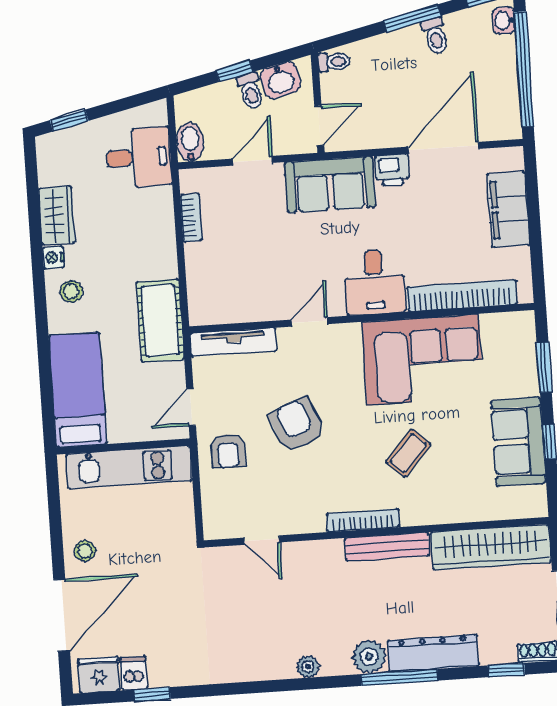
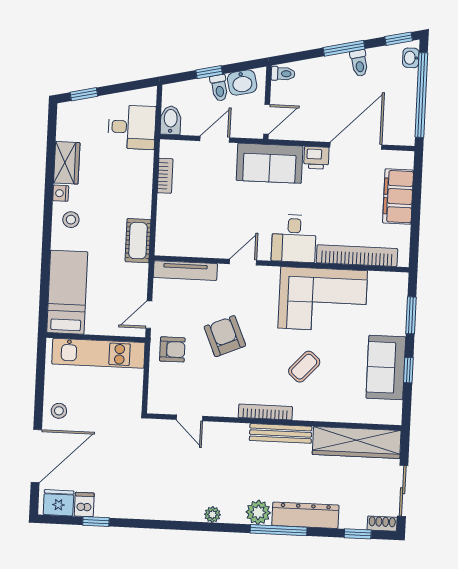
cot: (160, 320) -> (138, 241), width x0.73, depth x0.75
armchair: (228, 451) -> (172, 349), turned -90

